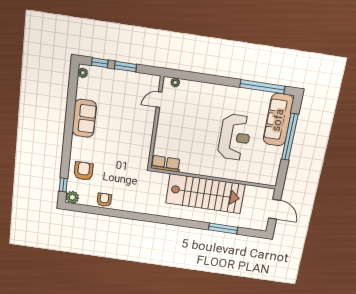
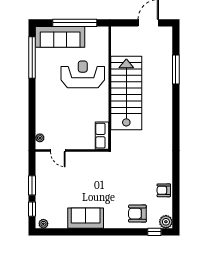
row of seats: (166, 164) -> (102, 136), moved
wall: (213, 178) -> (110, 88), moved
stairs: (205, 194) -> (126, 93), moved

